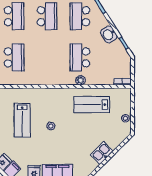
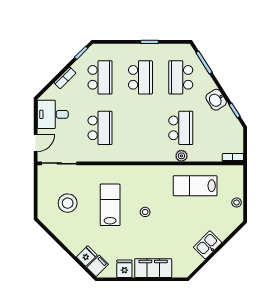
school desk: (80, 57) -> (181, 128), turned 180
lab bench: (22, 120) -> (110, 205), turned 180

